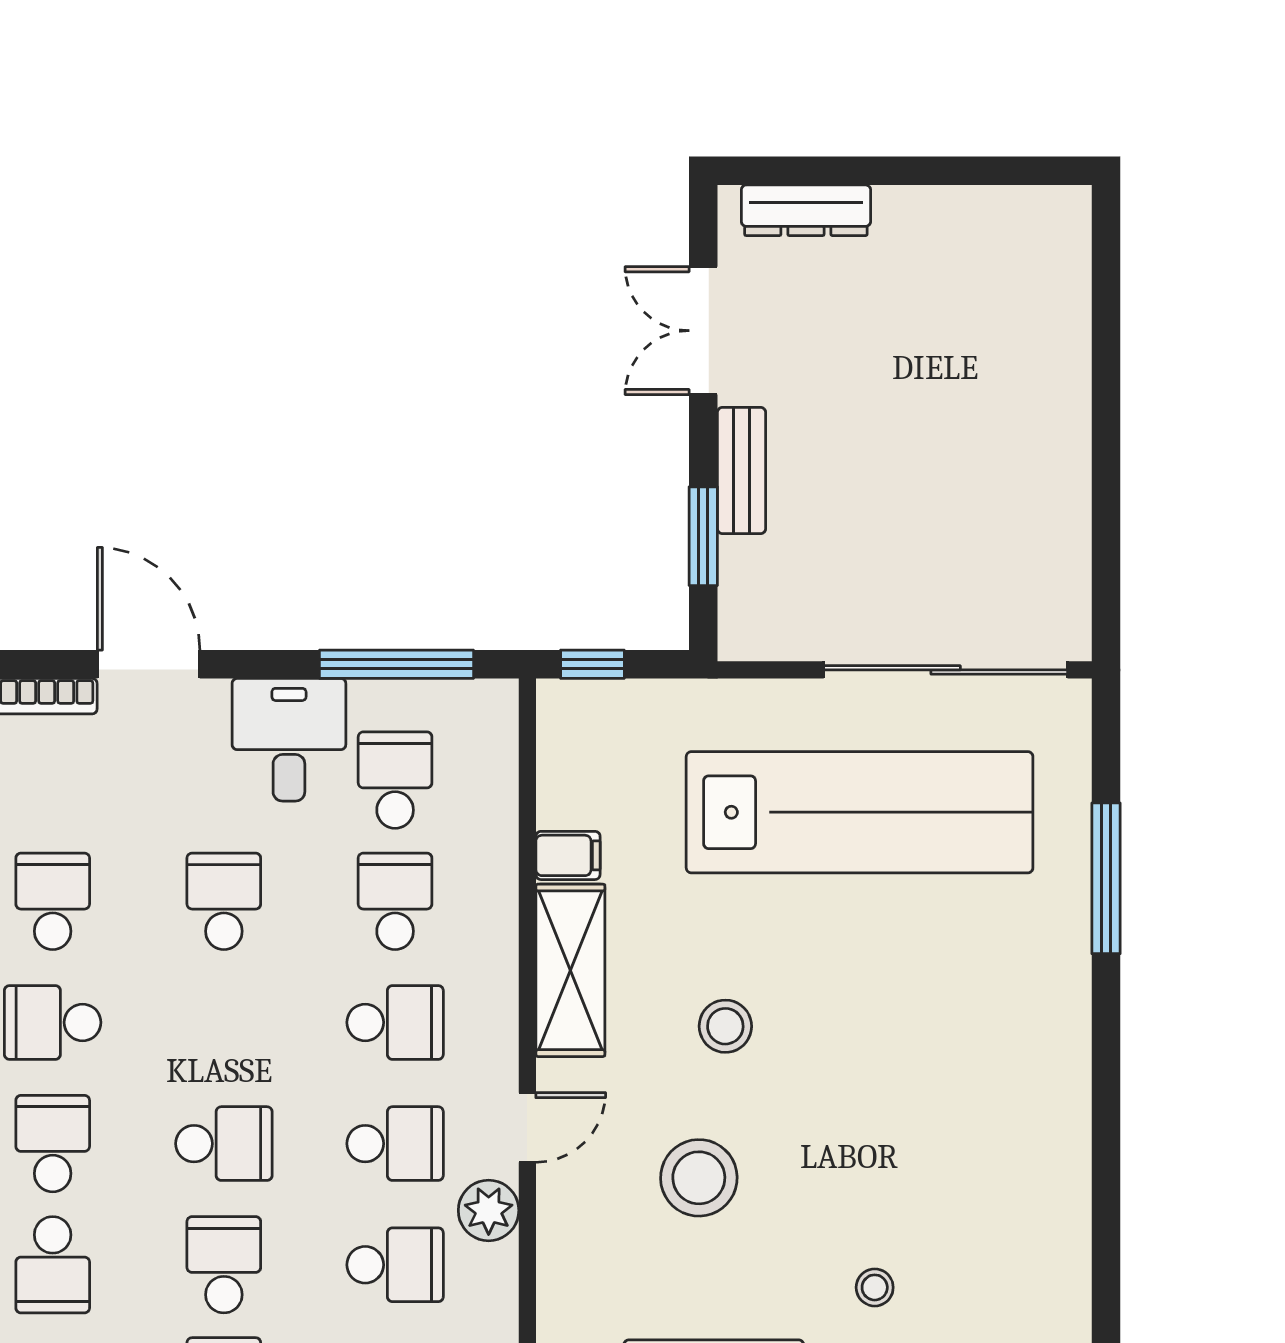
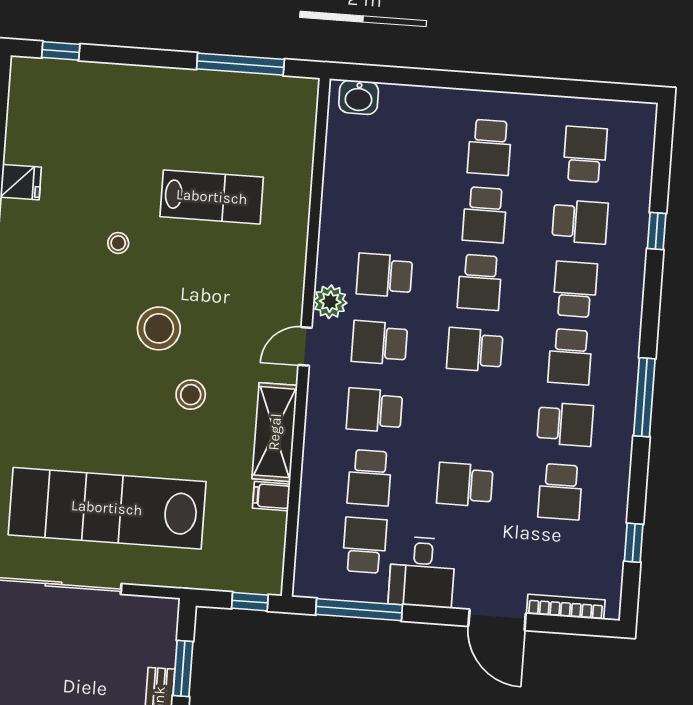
school desk: (395, 780) -> (365, 545), turned 180
school desk: (224, 901) -> (465, 485), turned 90
stool: (699, 1178) -> (159, 328), moved

